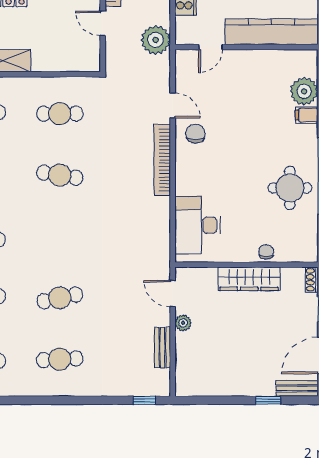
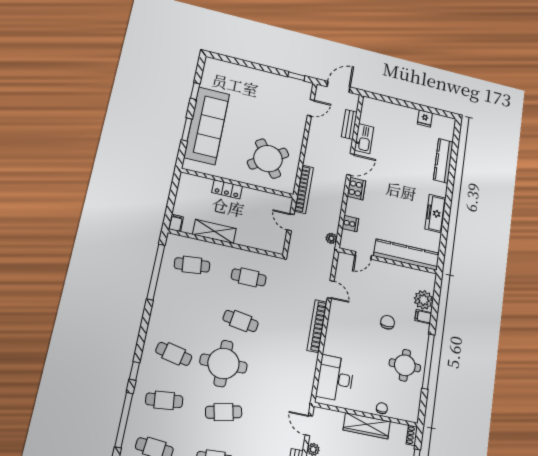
plant: (156, 40) -> (331, 238), width x0.53, depth x0.53
chair: (195, 134) -> (388, 322), moved
round table: (48, 236) -> (223, 364), added

